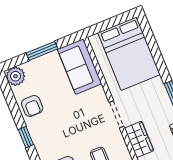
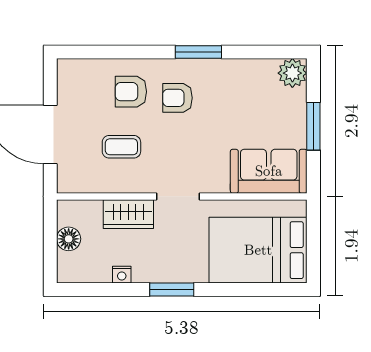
armchair: (32, 106) -> (177, 98), moved
window: (26, 137) -> (198, 52), width x1.50

